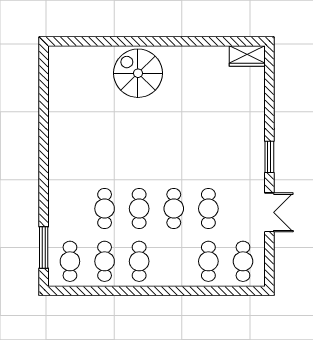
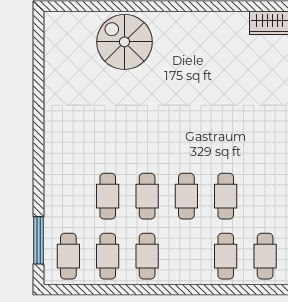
spiral stairs: (138, 73) -> (124, 42), moved

